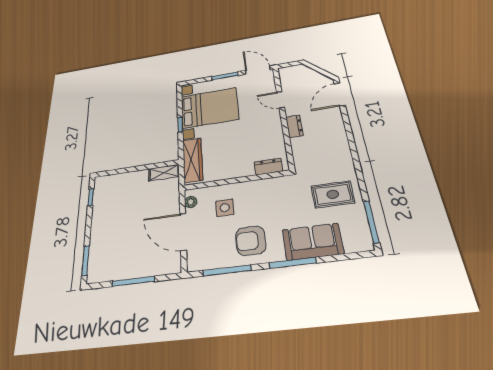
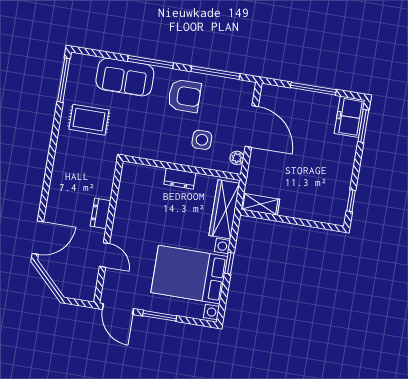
dresser: (268, 167) -> (180, 179), moved
freezer: (98, 265) -> (349, 117), added

